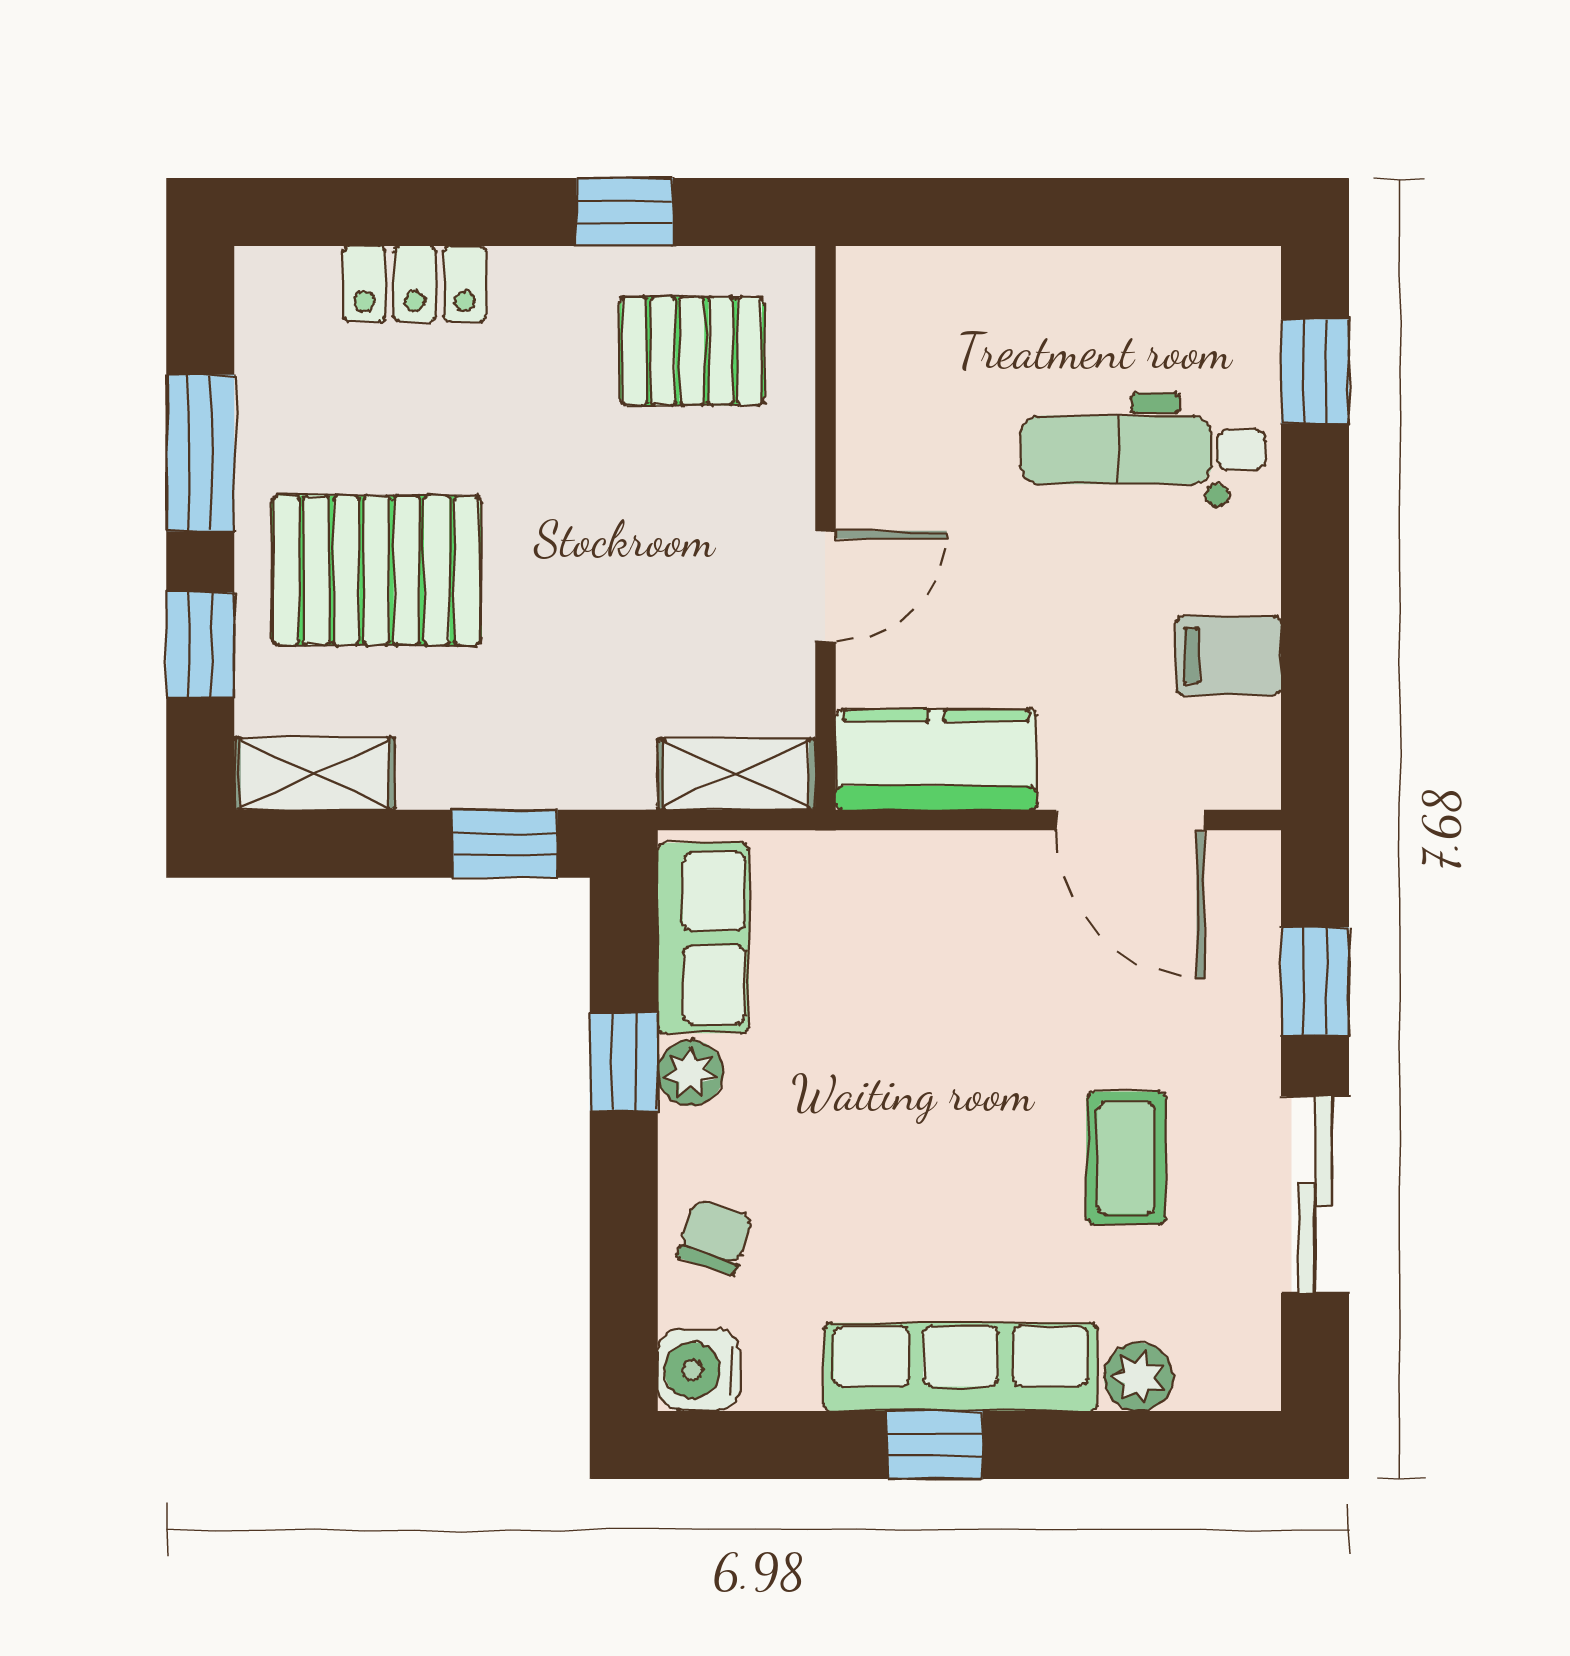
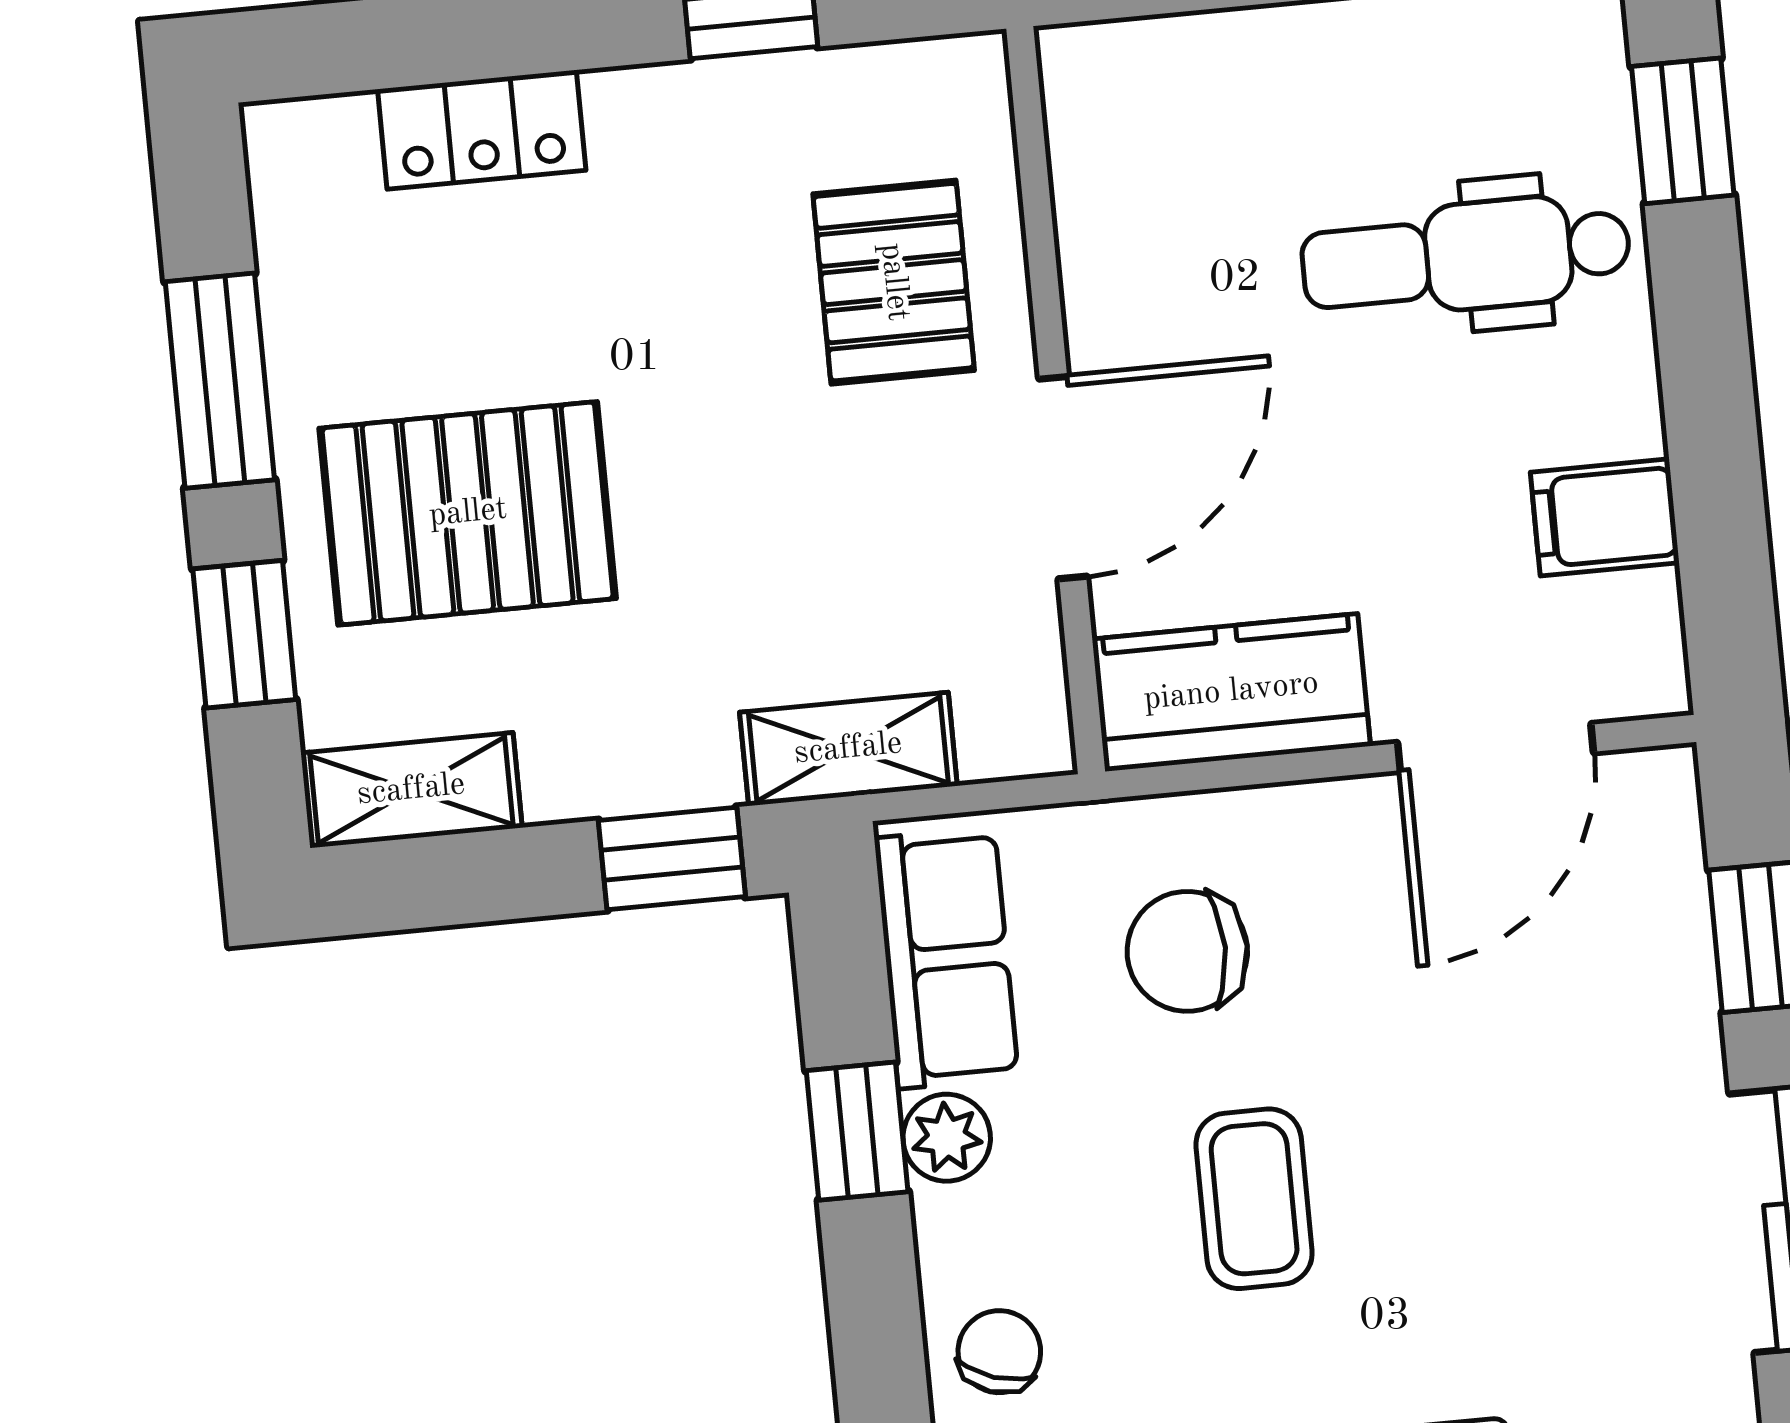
pallet: (692, 351) -> (894, 282), moved, turned 90
door: (825, 586) -> (1063, 478), width x1.38
shelving: (736, 774) -> (848, 749), moved
door: (1130, 820) -> (1495, 748), hinge flipped
chair: (884, 951) -> (1187, 951), added
coffee table: (1126, 1158) -> (1254, 1199), moved

